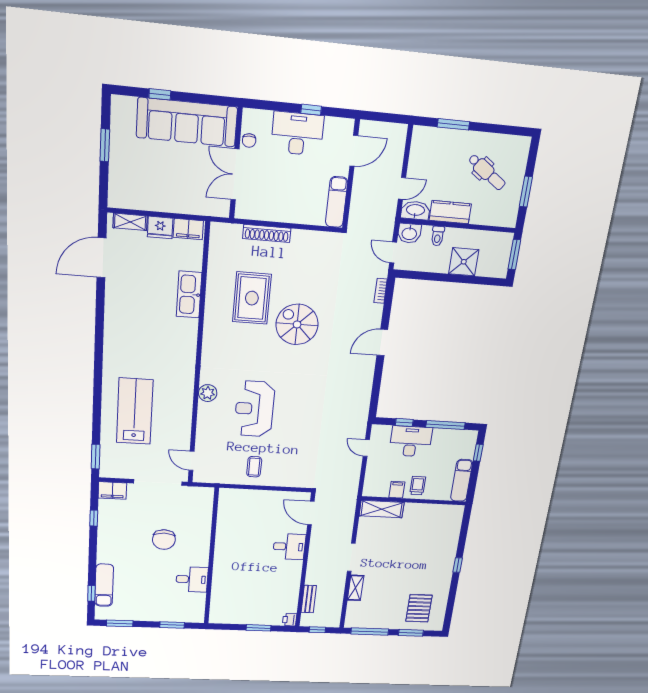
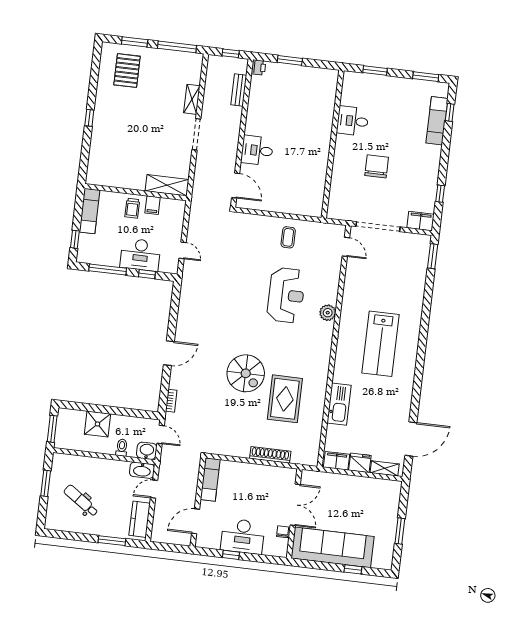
kitchen counter: (450, 212) -> (140, 519), moved, turned 90
lab bench: (135, 411) -> (381, 344), moved

